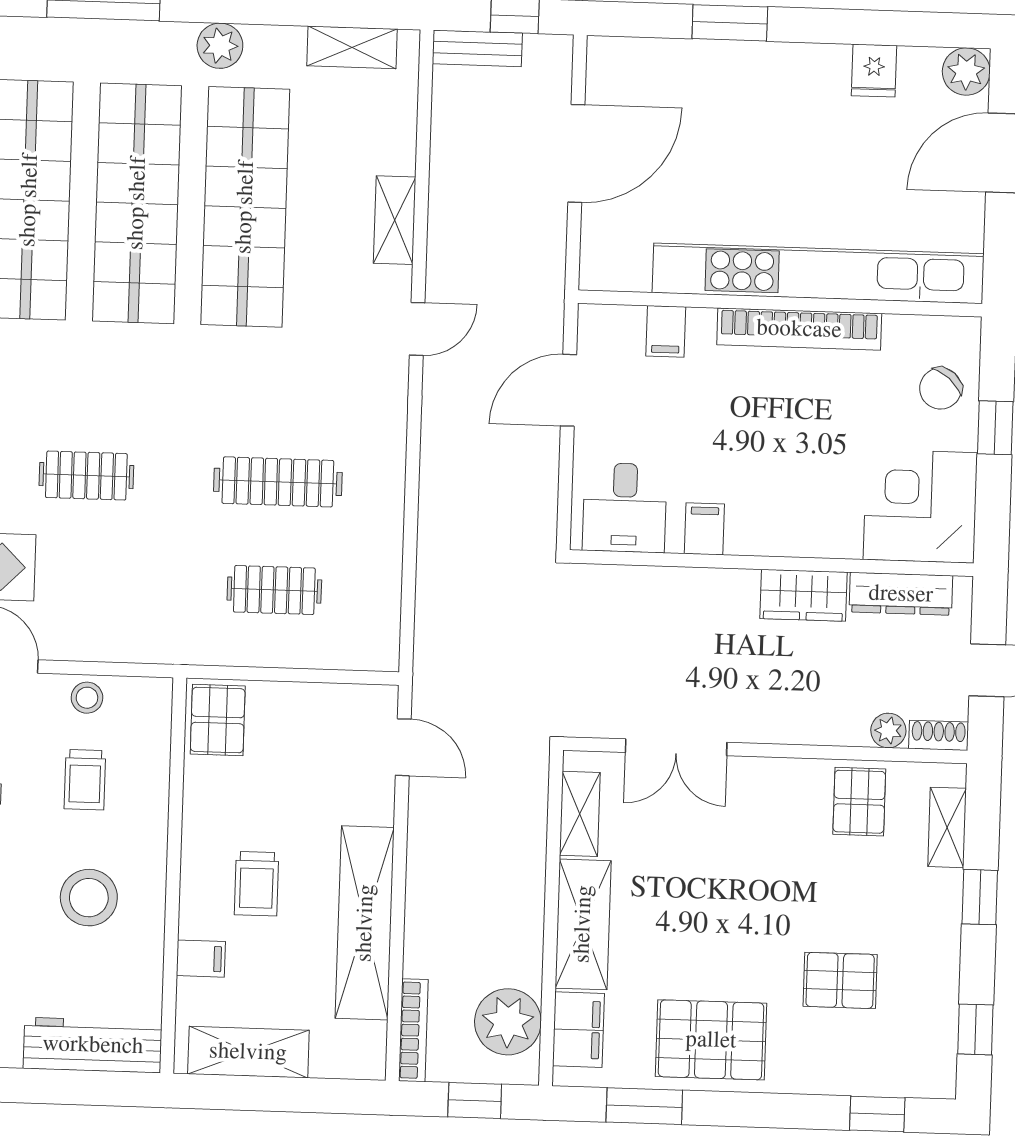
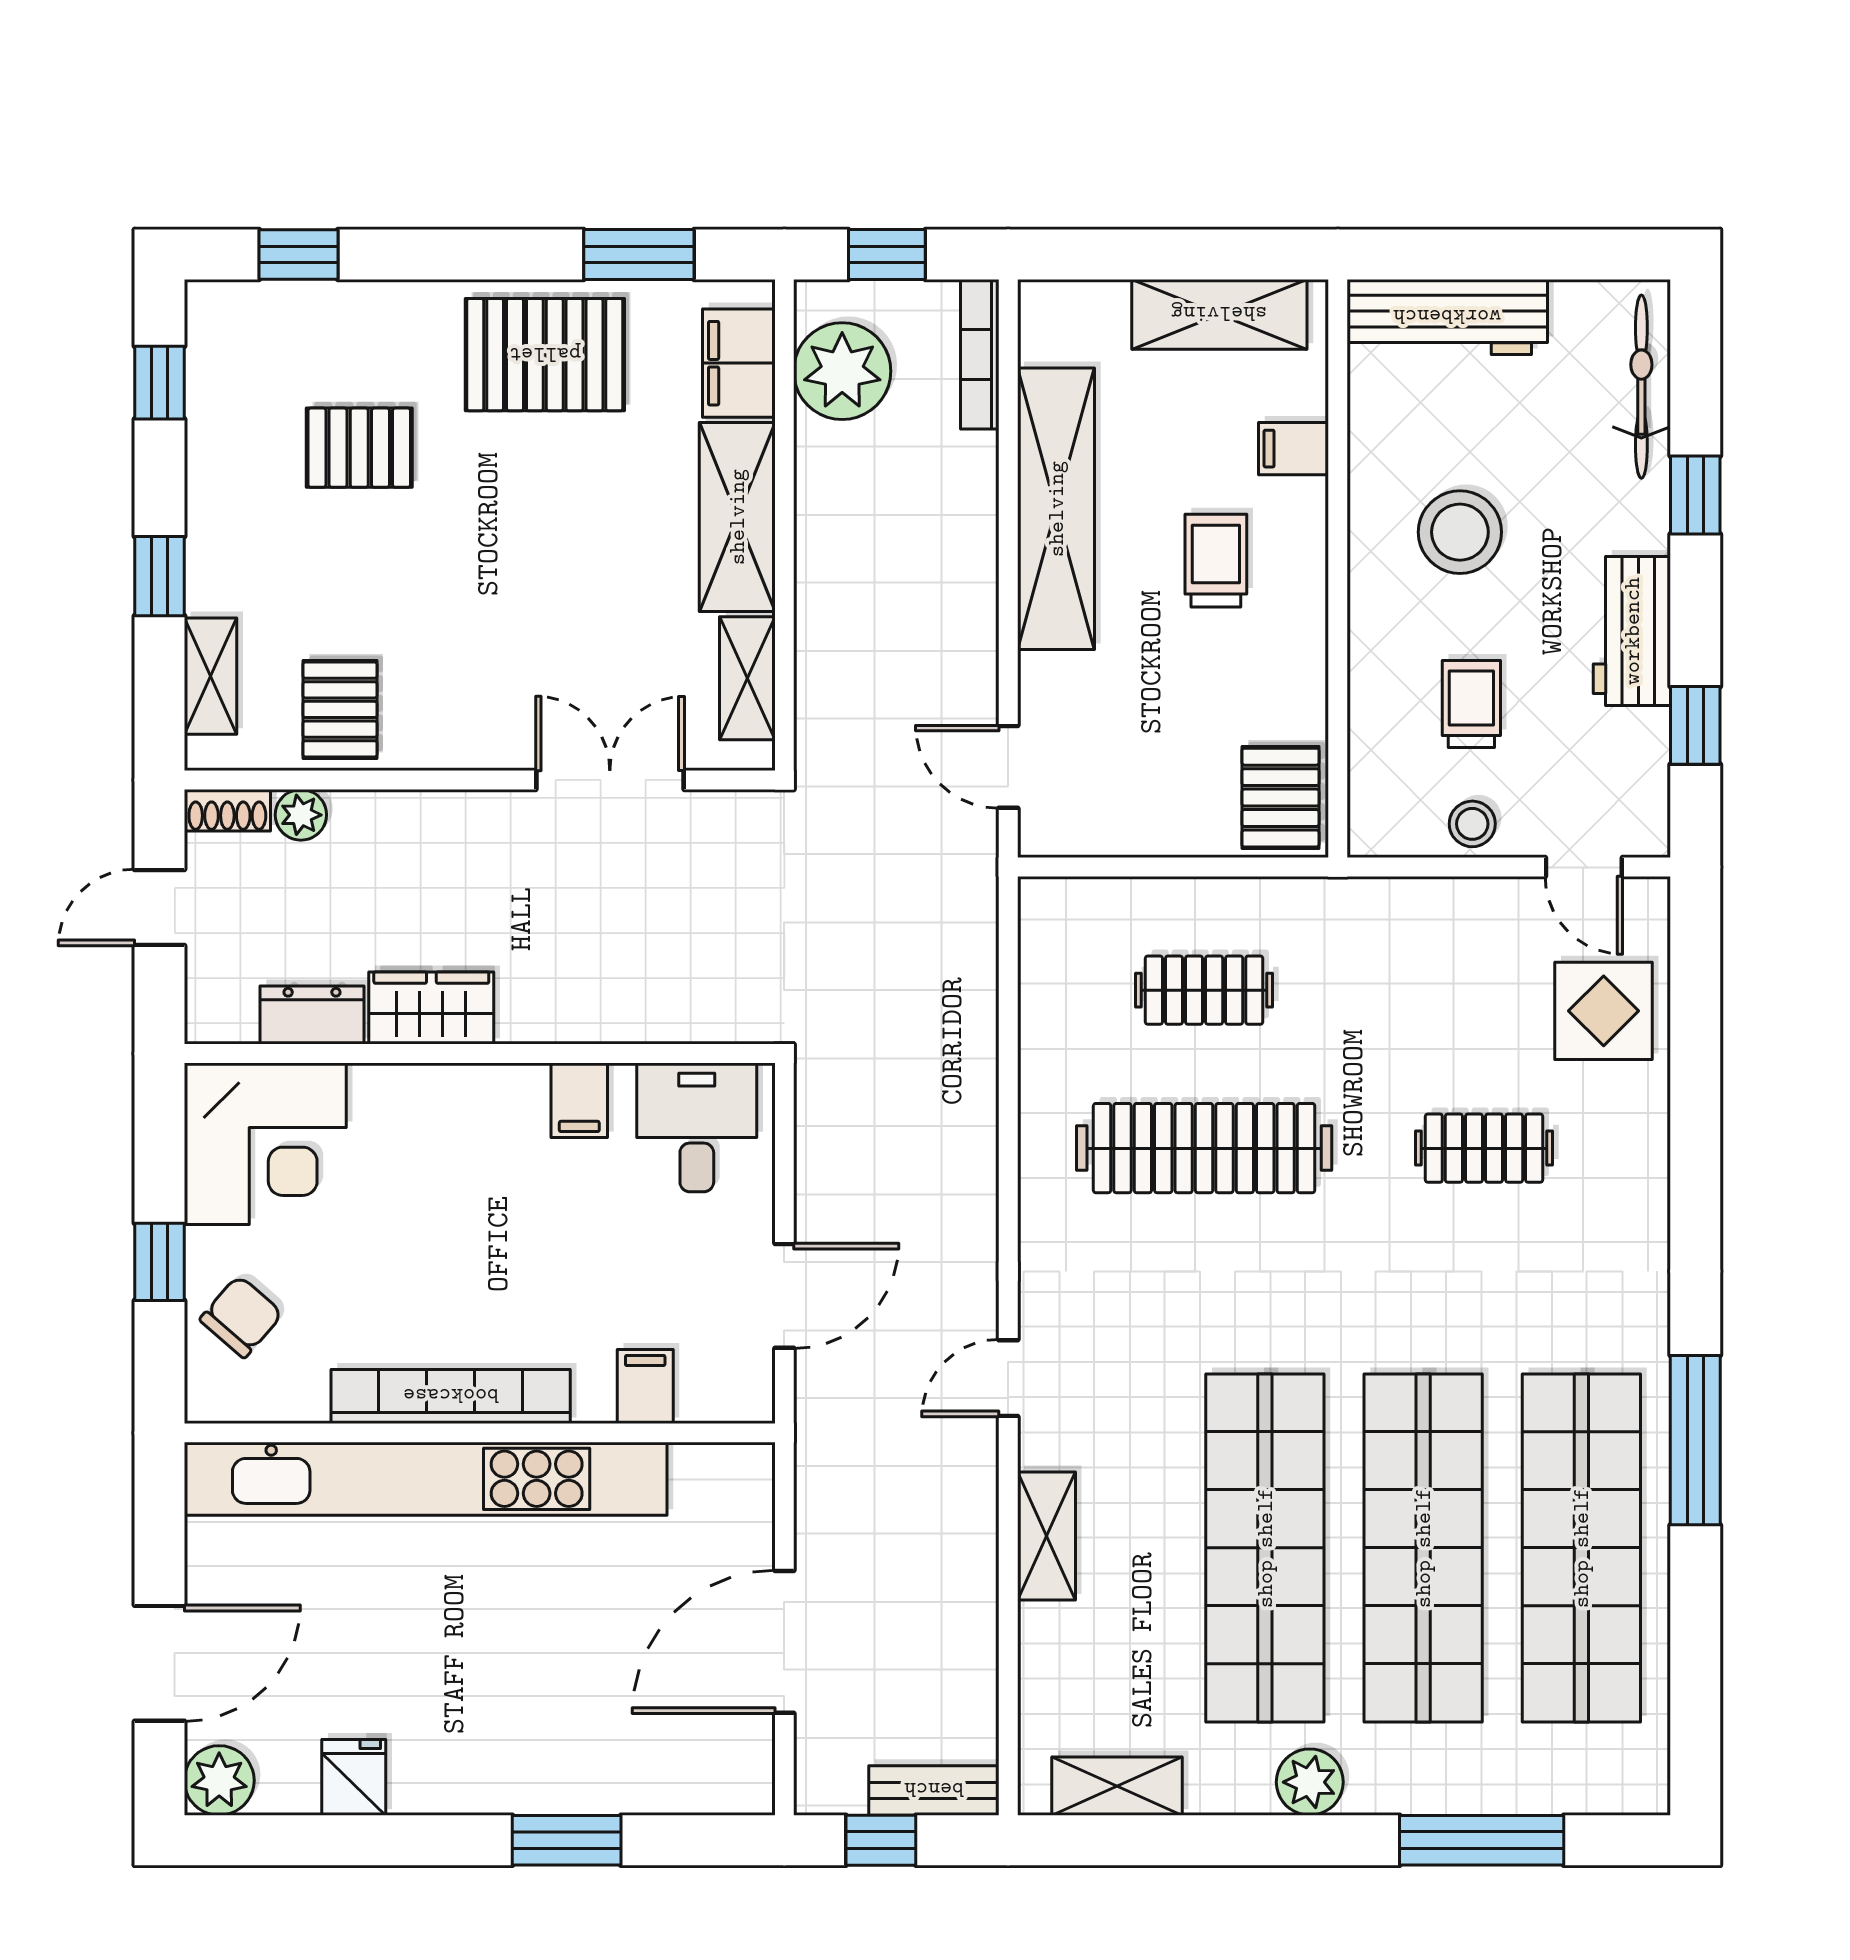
clothes rail: (278, 482) -> (1204, 1148), width x1.37, depth x1.31
dresser: (901, 594) -> (312, 1015), width x0.70

